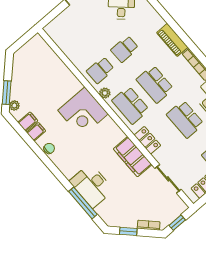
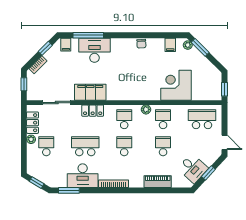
school desk: (70, 35) -> (202, 119), added
window: (26, 38) -> (224, 89), added
piano: (172, 40) -> (158, 182), moved
school desk: (155, 84) -> (124, 146), width x0.54
school desk: (131, 105) -> (124, 119), width x0.54
corner desk: (83, 112) -> (176, 85), moved
filing cabinet: (36, 132) -> (66, 45), moved

